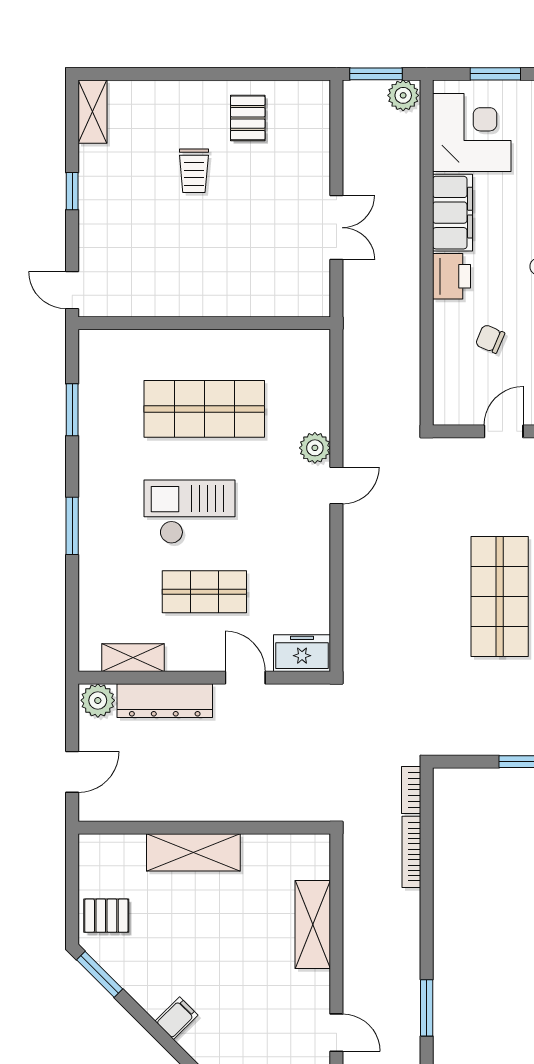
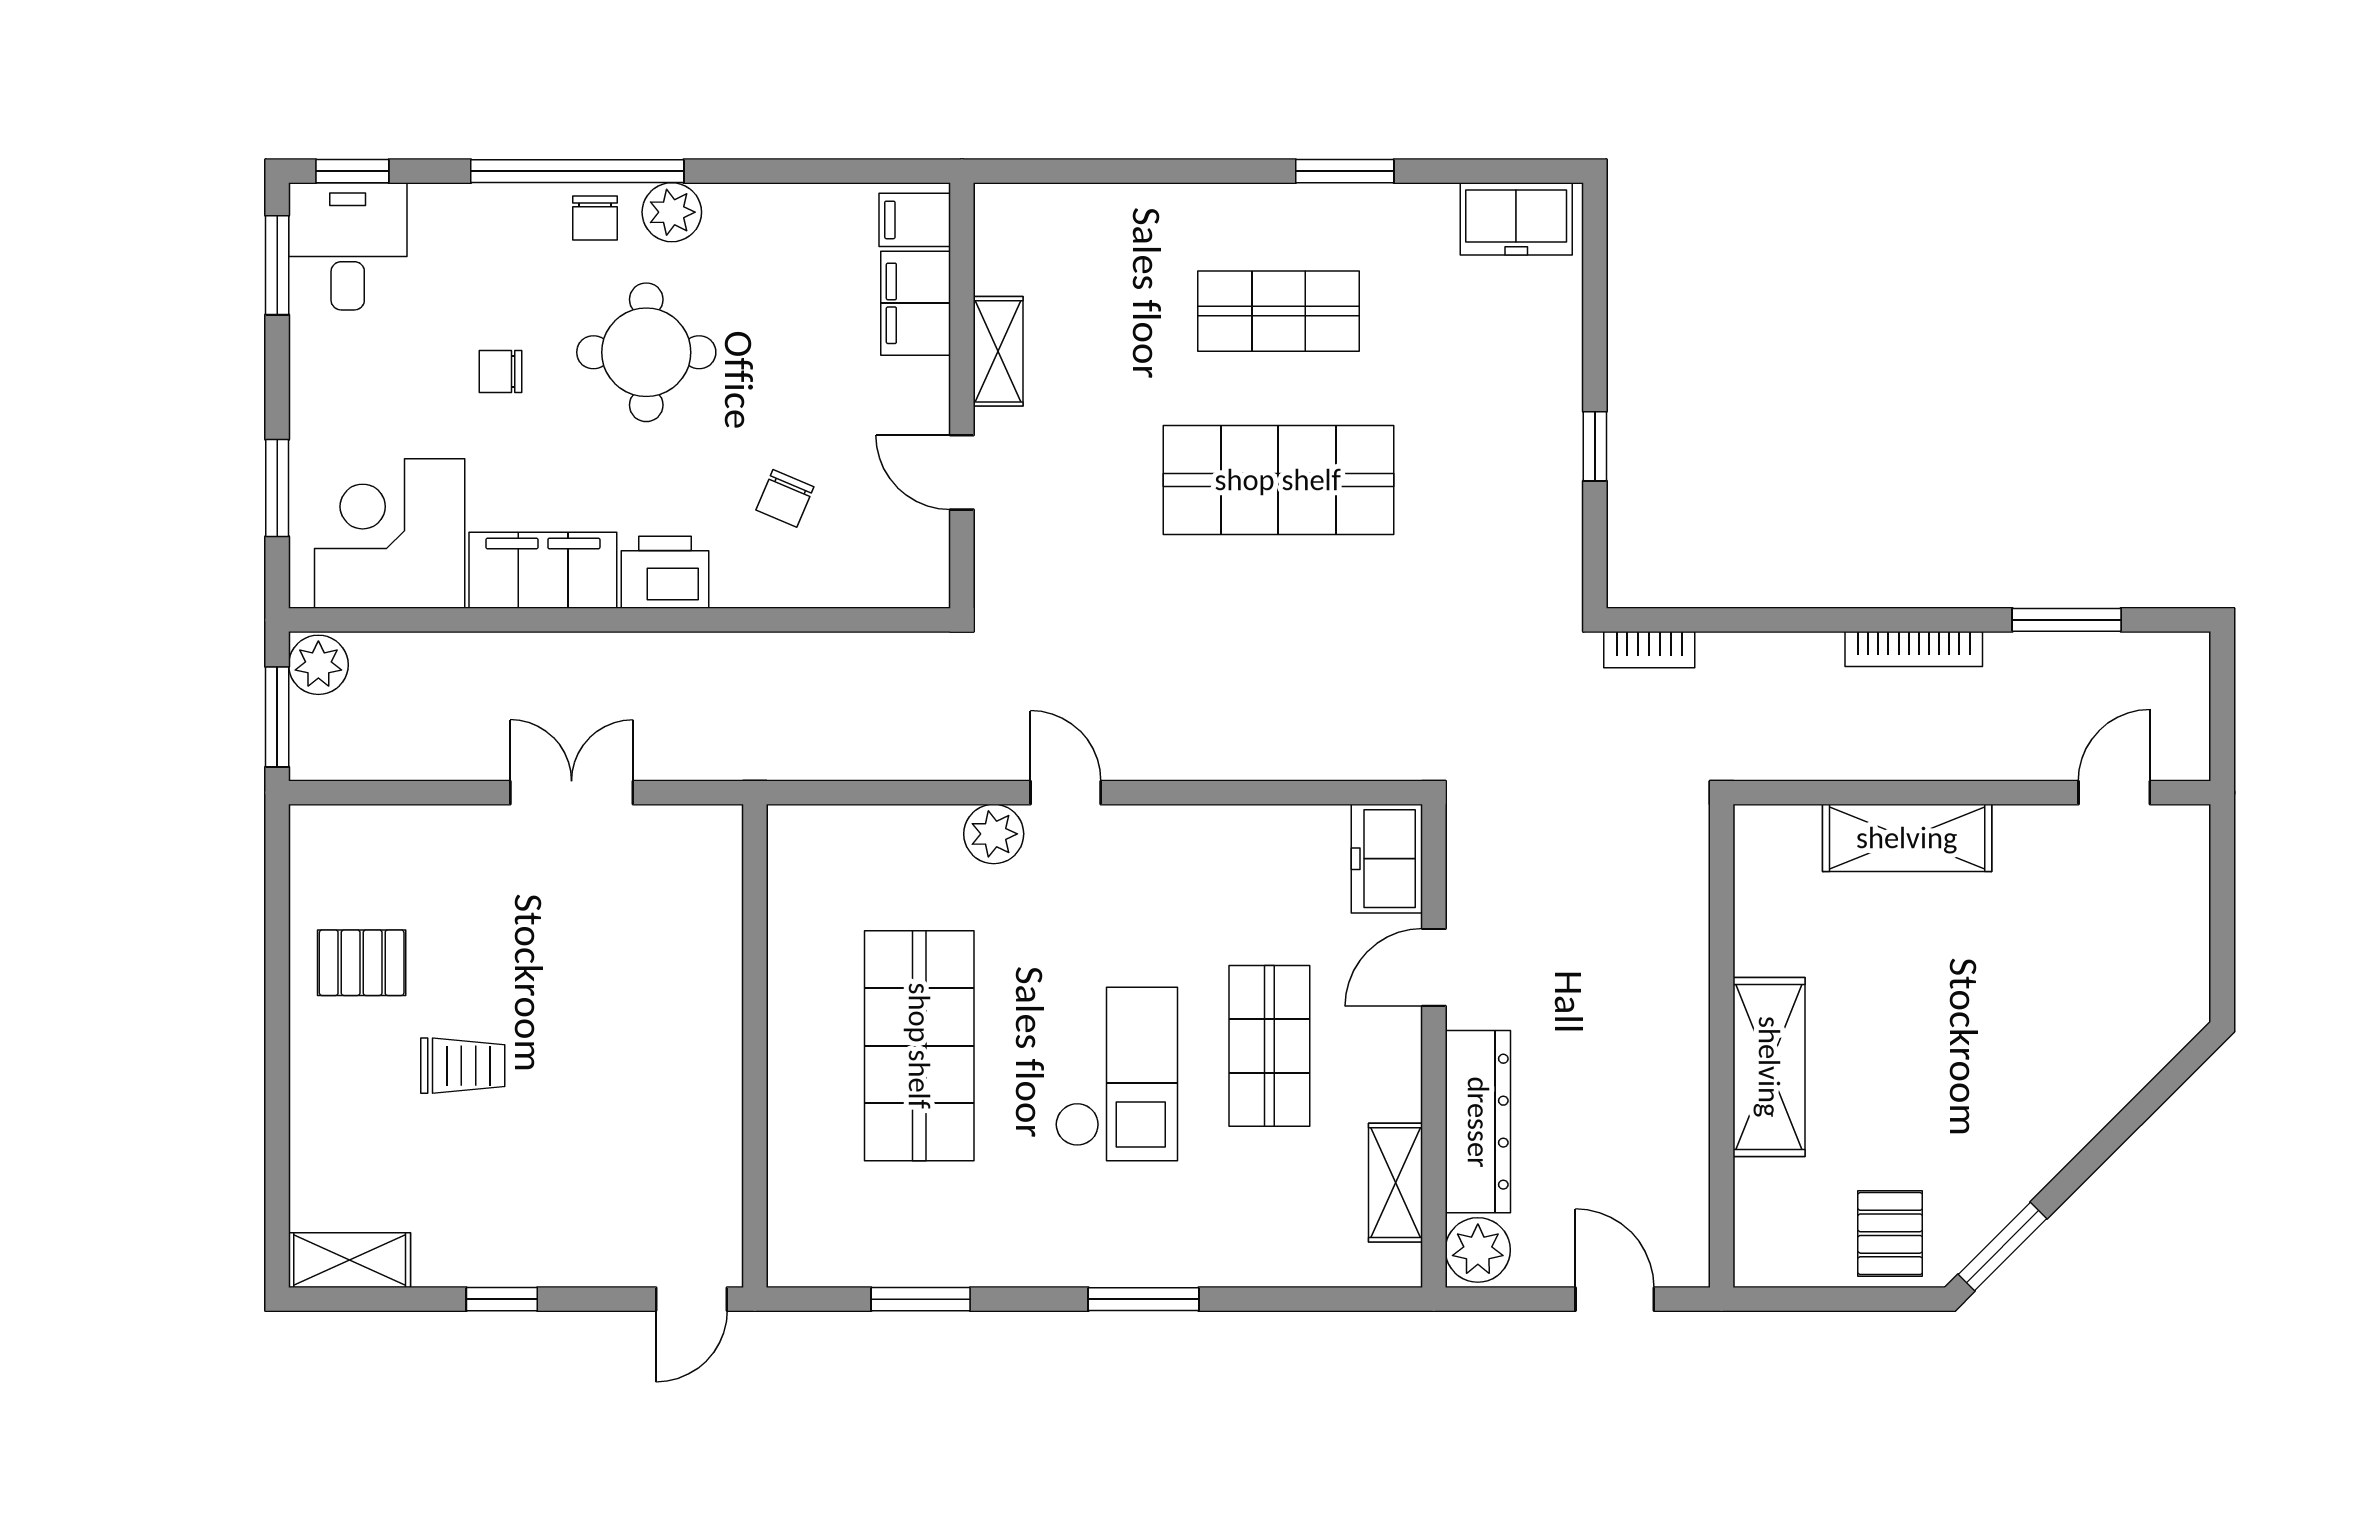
checkout: (190, 512) -> (1116, 1074), turned 180
bookcase: (411, 852) -> (1914, 649), moved
filing cabinet: (176, 1018) -> (2086, 1099), removed

